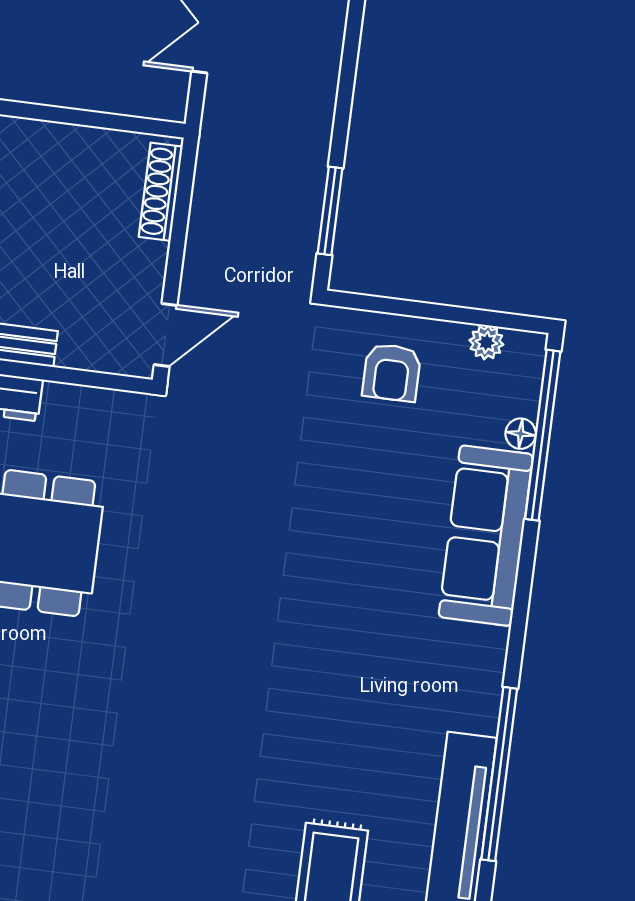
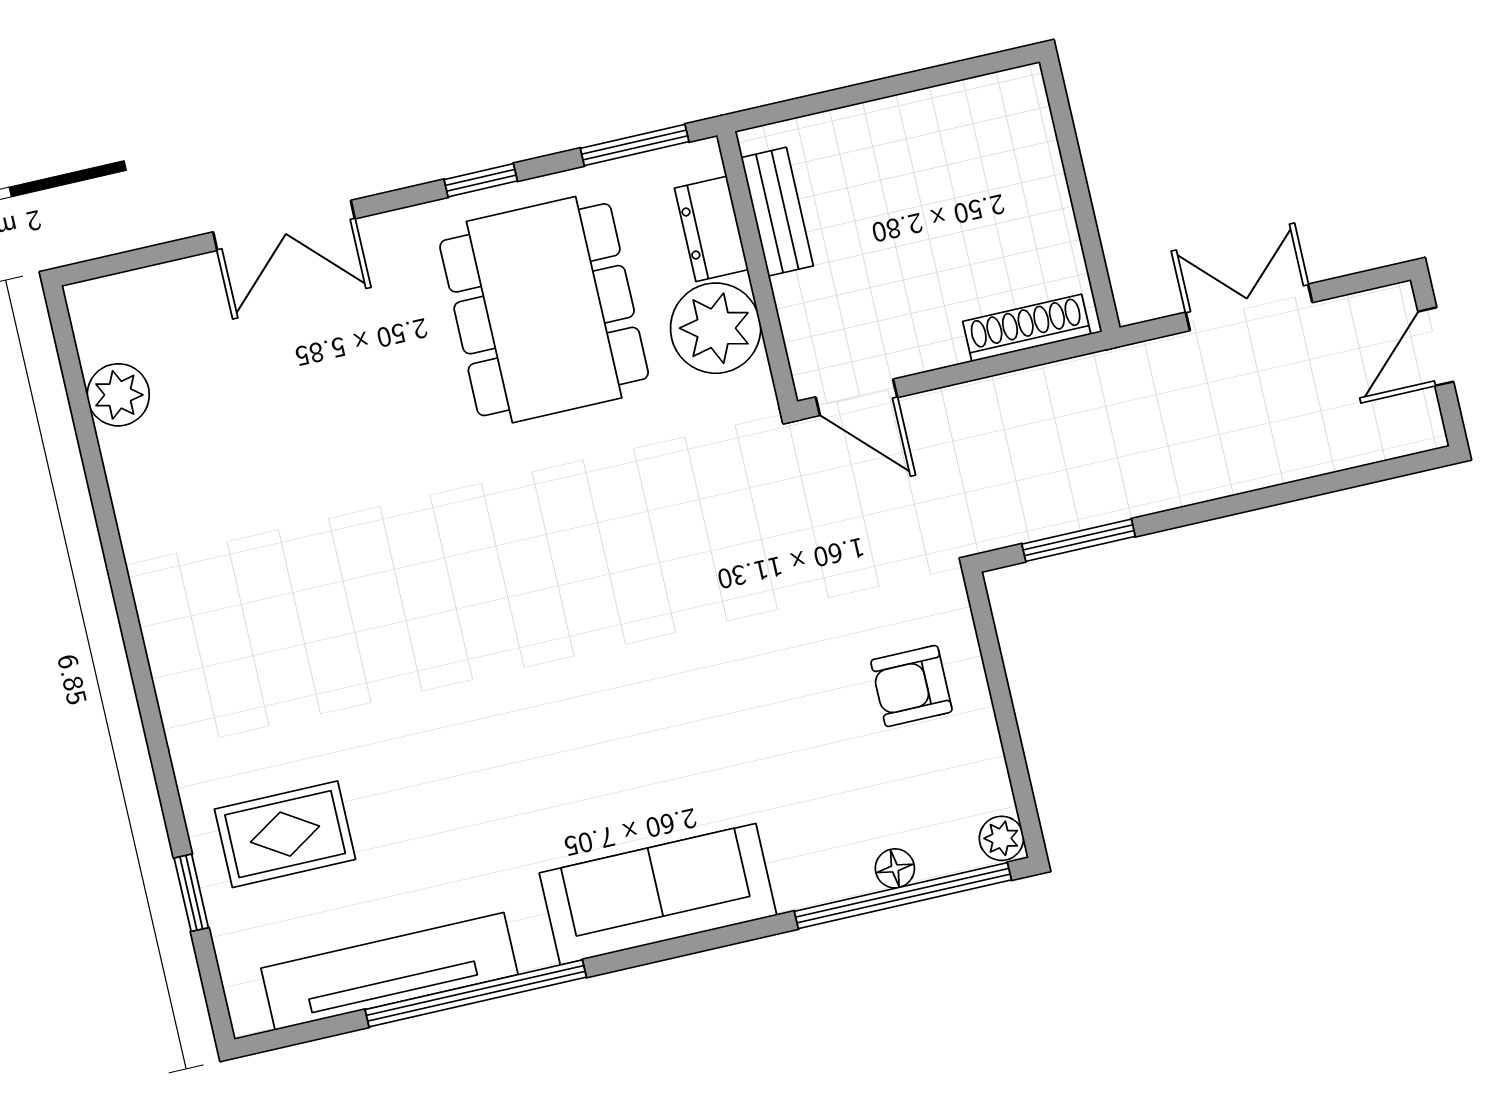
plant: (486, 342) -> (1001, 838), moved
plant: (77, 419) -> (716, 328), added
sofa: (486, 536) -> (658, 894), moved

